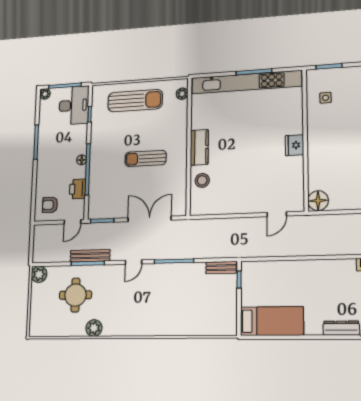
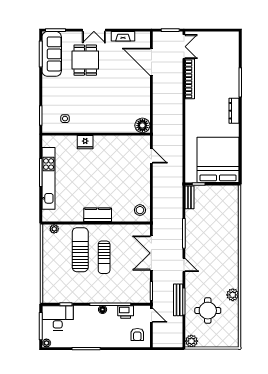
kitchen unit: (246, 82) -> (49, 178), width x0.73
sun lounger: (135, 101) -> (80, 250), moved
fridge: (295, 145) -> (85, 142), moved
stool: (202, 180) -> (140, 210), moved
bed: (272, 321) -> (218, 160), width x2.04

